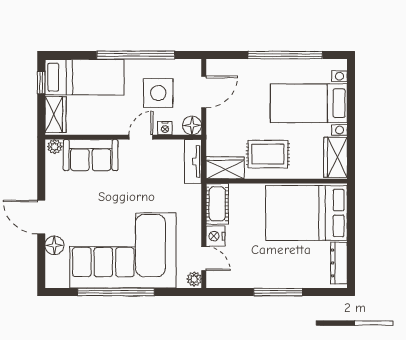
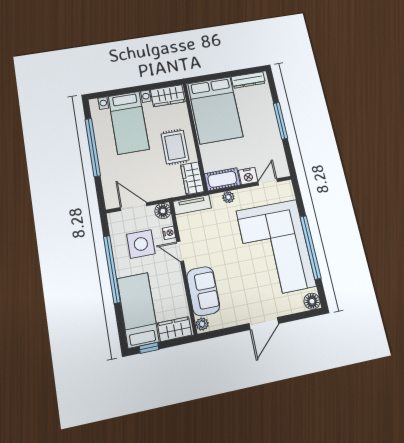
floor lamp: (54, 245) -> (312, 301), moved
plant: (194, 279) -> (228, 197), moved

